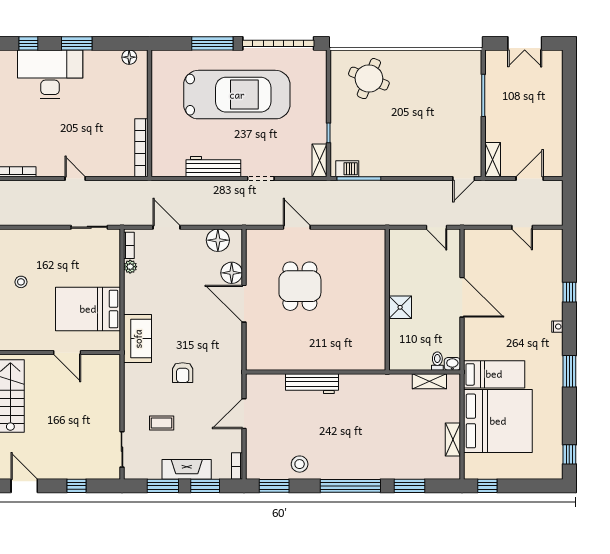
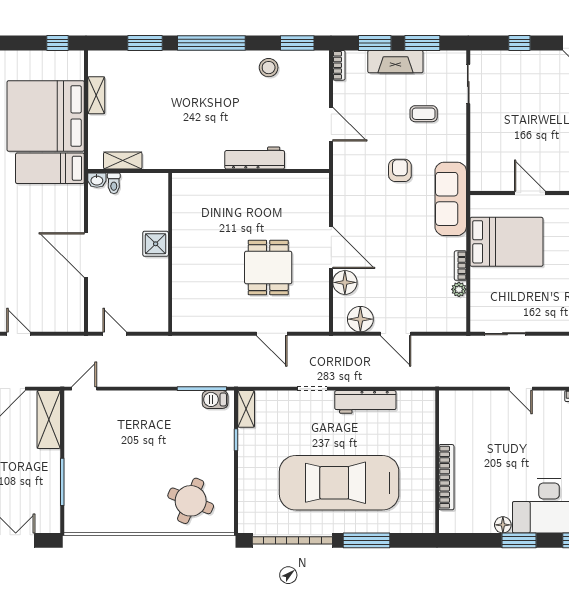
floor lamp: (129, 57) -> (503, 525), moved
bookcase: (141, 148) -> (446, 477), moved
shelving: (493, 160) -> (49, 420), width x1.50, depth x1.33
door: (167, 227) -> (396, 334), moved
bookcase: (129, 245) -> (460, 266), moved
sofa: (138, 339) -> (451, 199), width x1.36
door: (244, 414) -> (331, 124), hinge flipped

